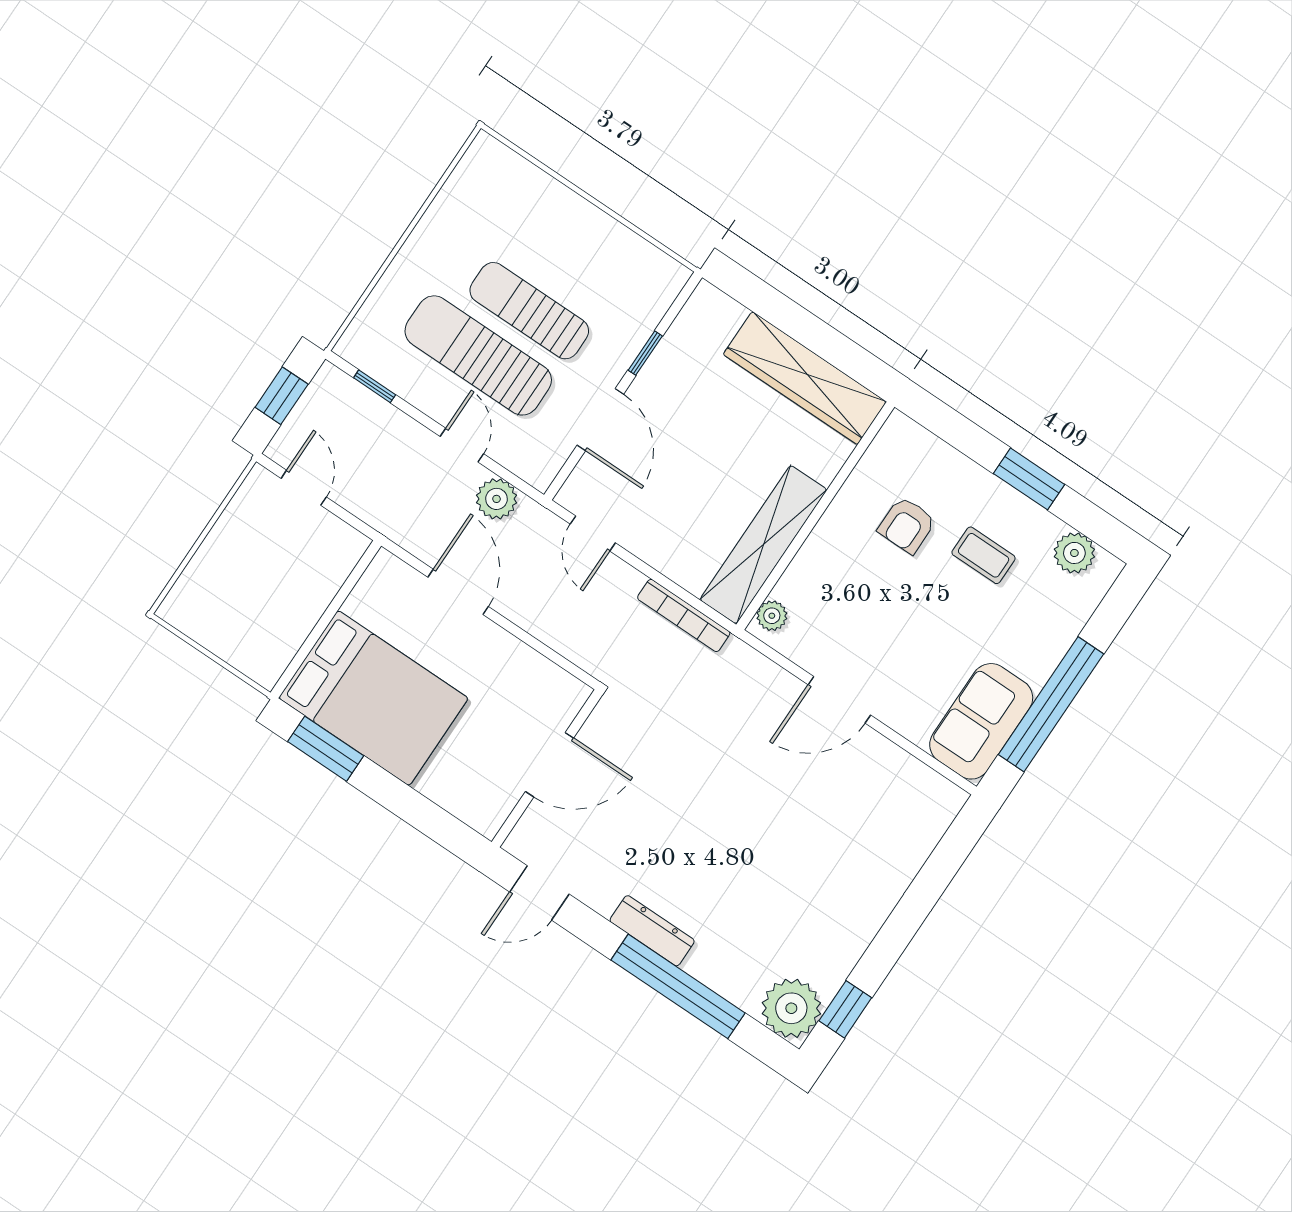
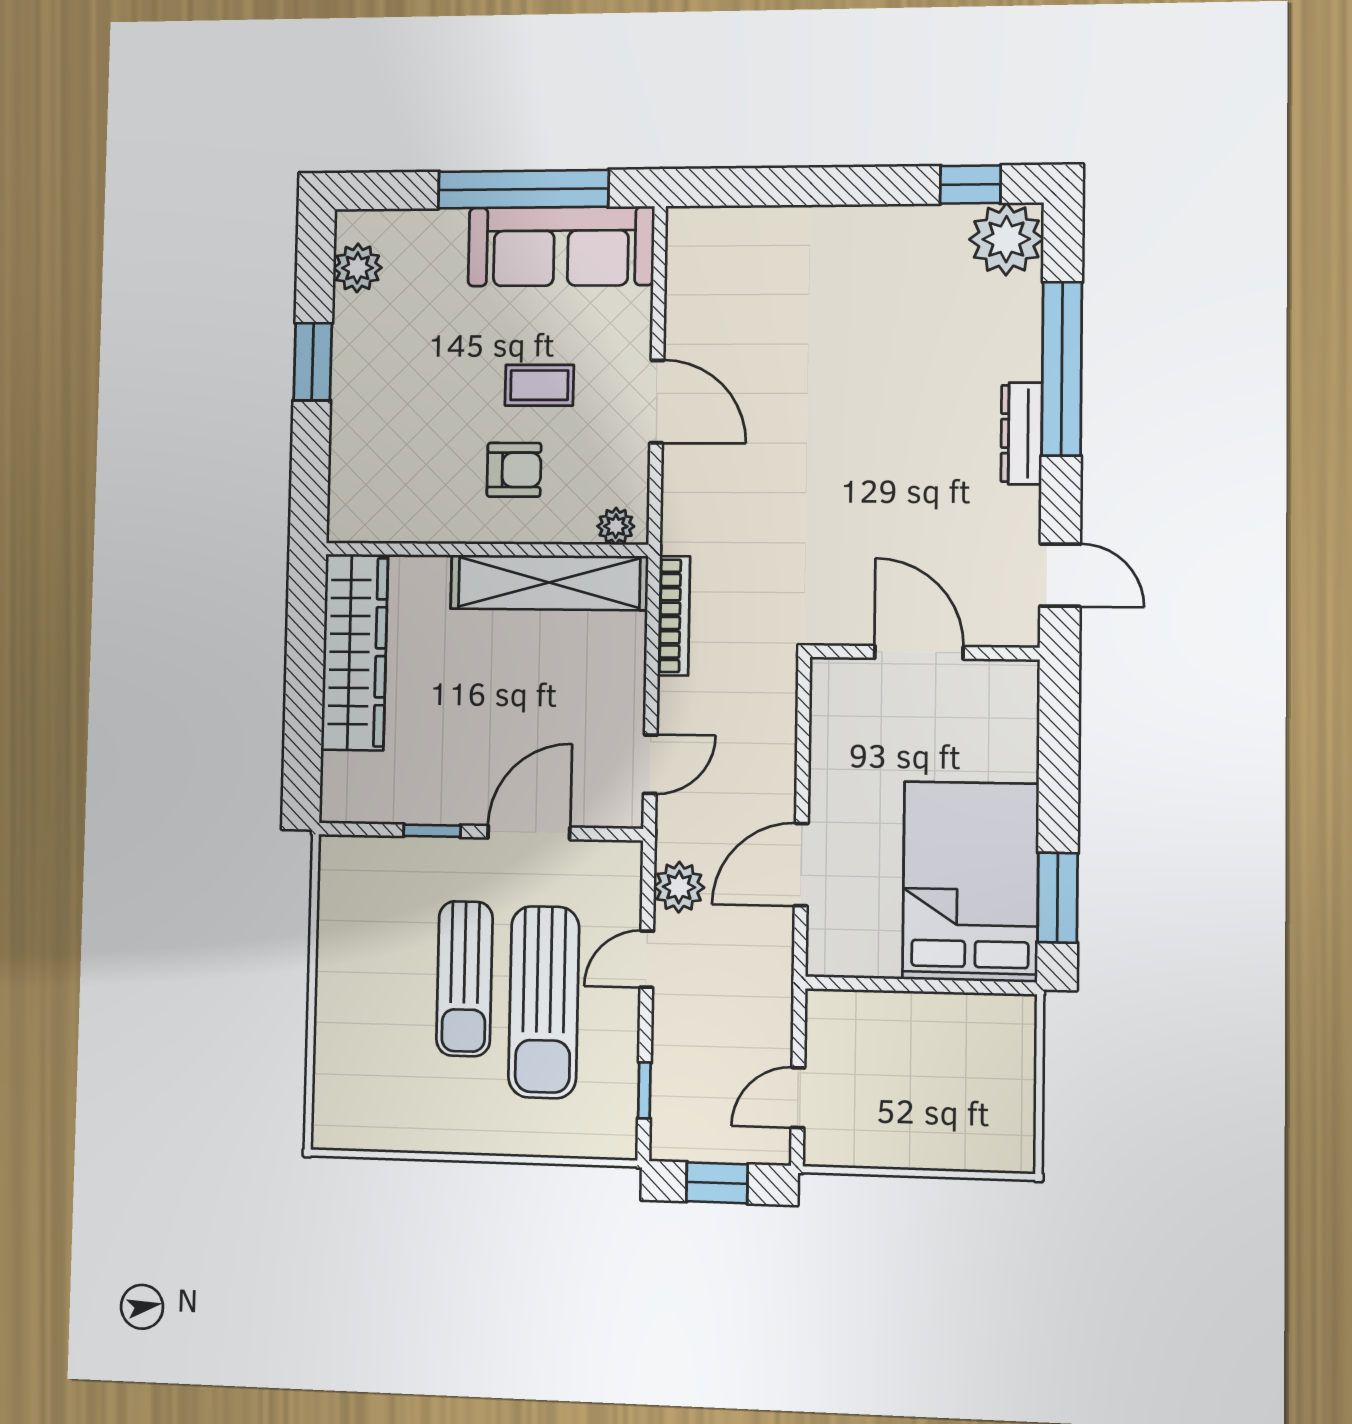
armchair: (907, 525) -> (514, 470), moved
coffee table: (984, 555) -> (539, 385), moved, turned 90
sofa: (981, 721) -> (561, 246), width x1.36

